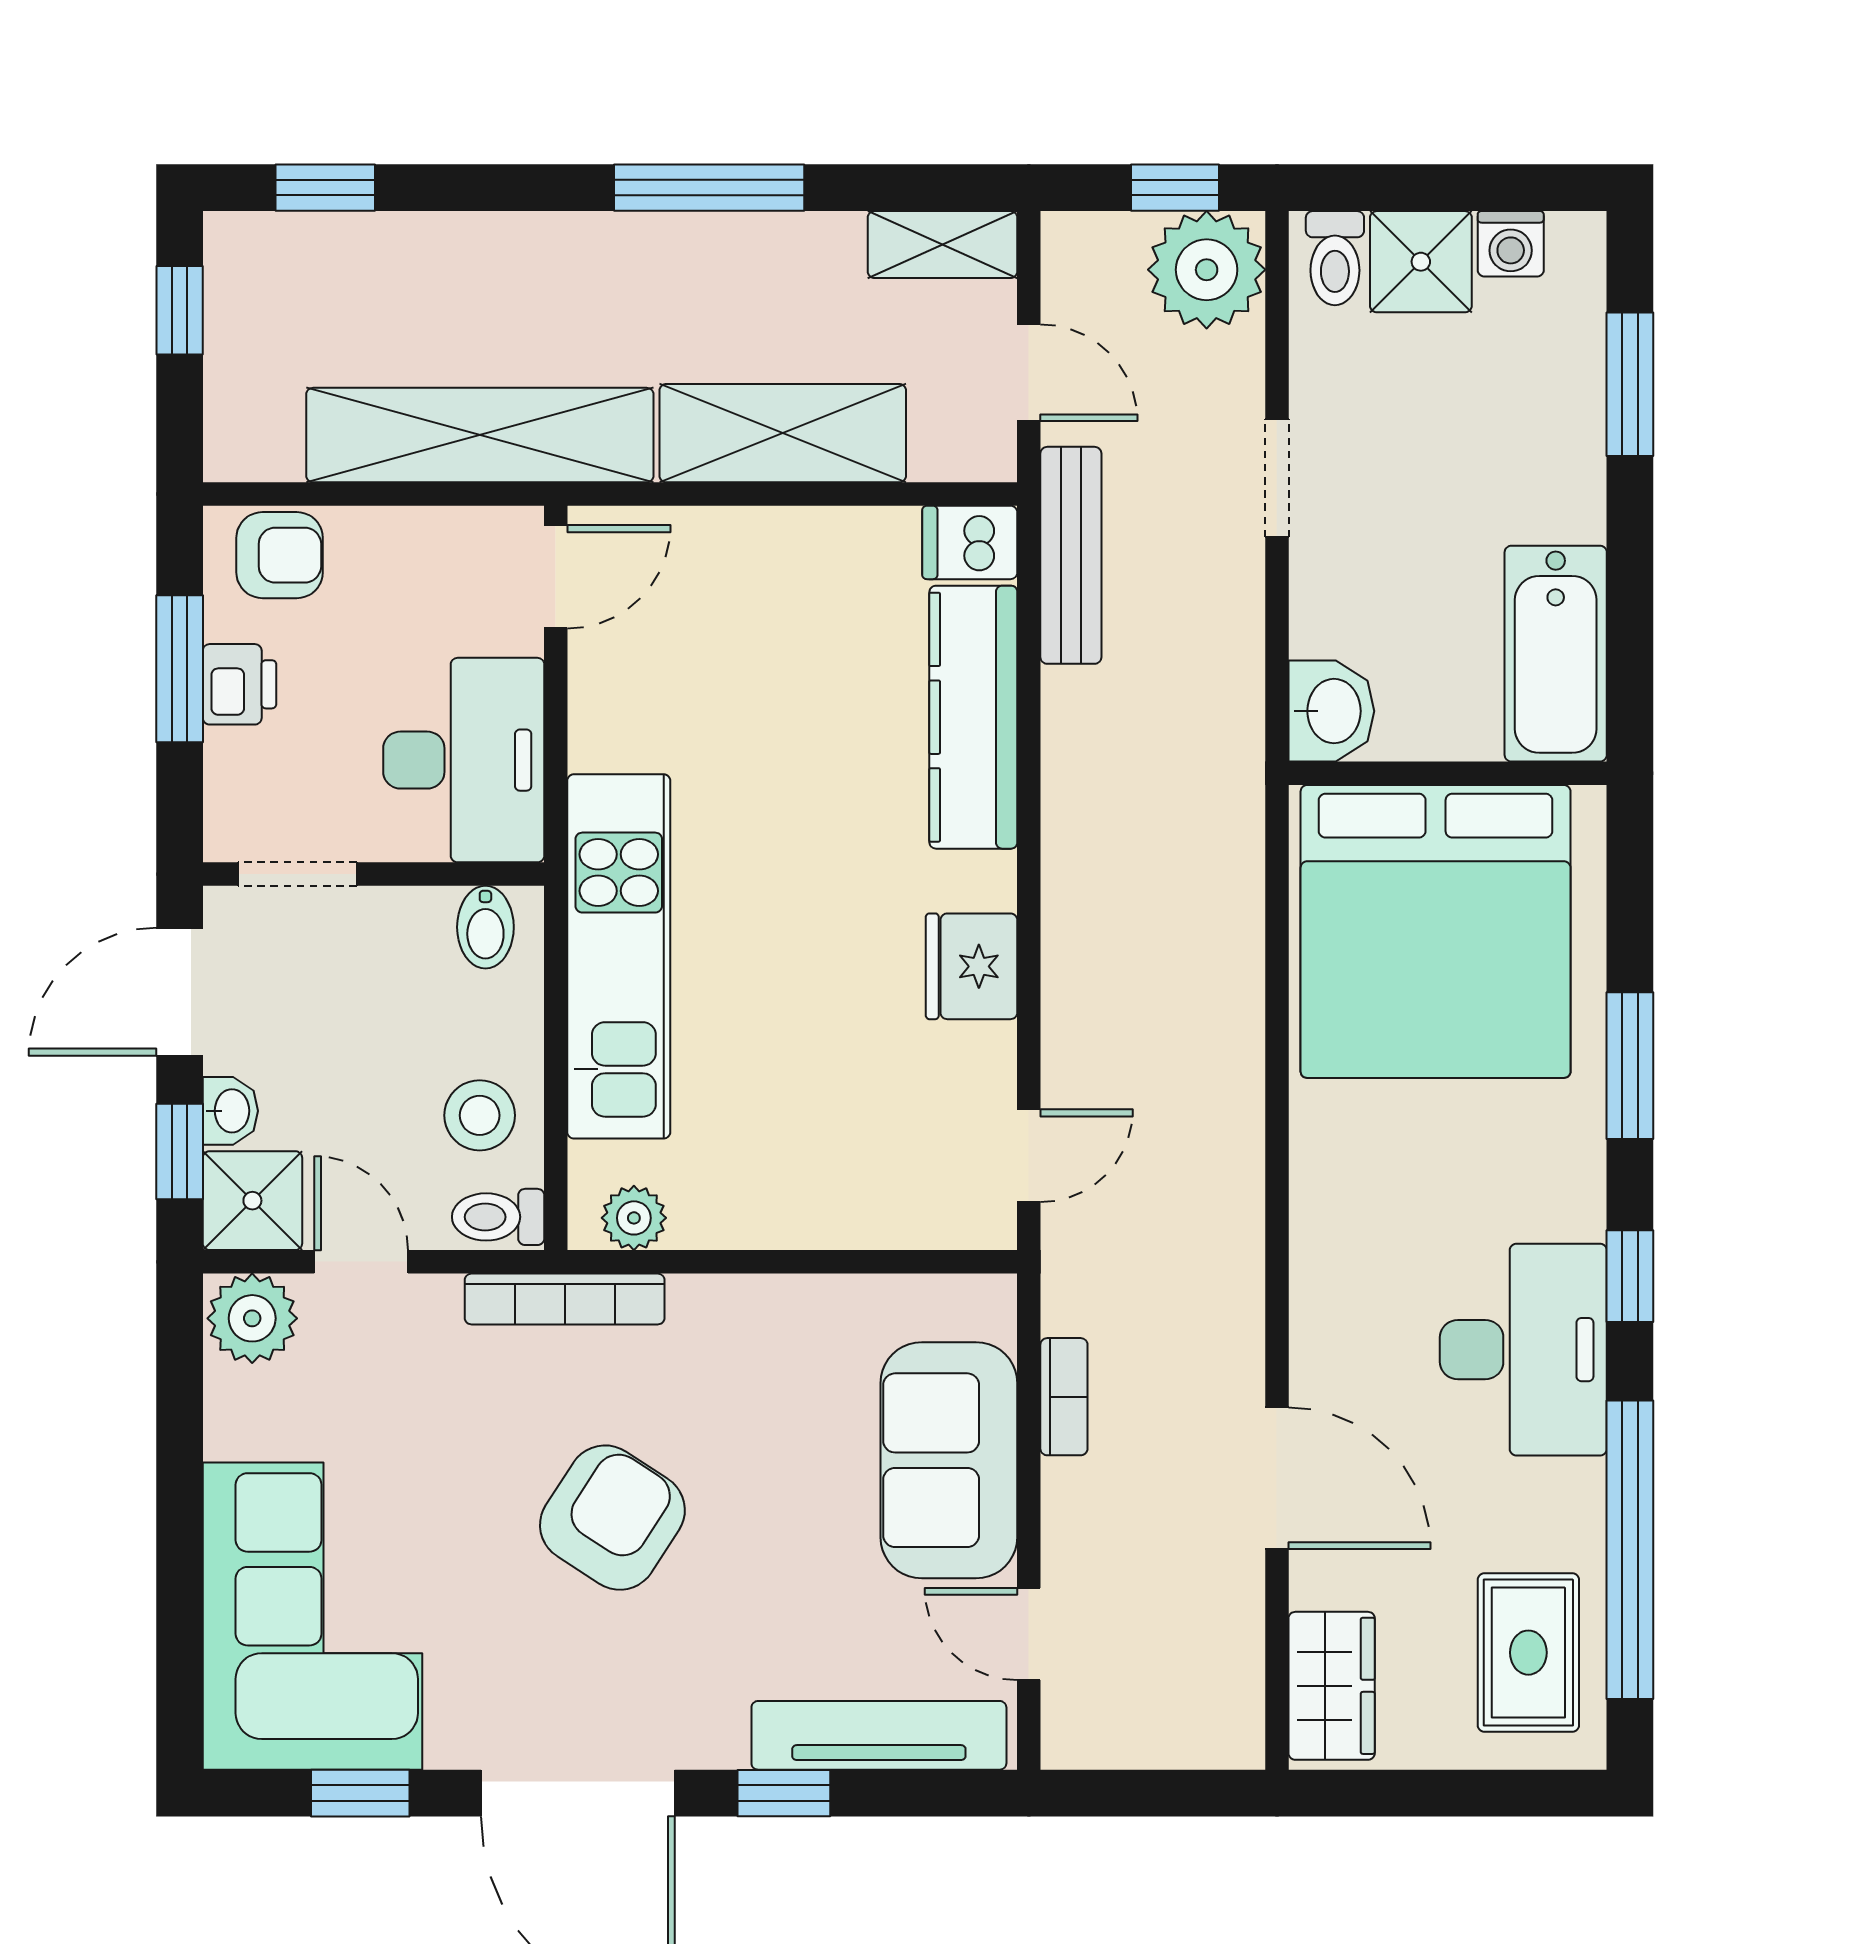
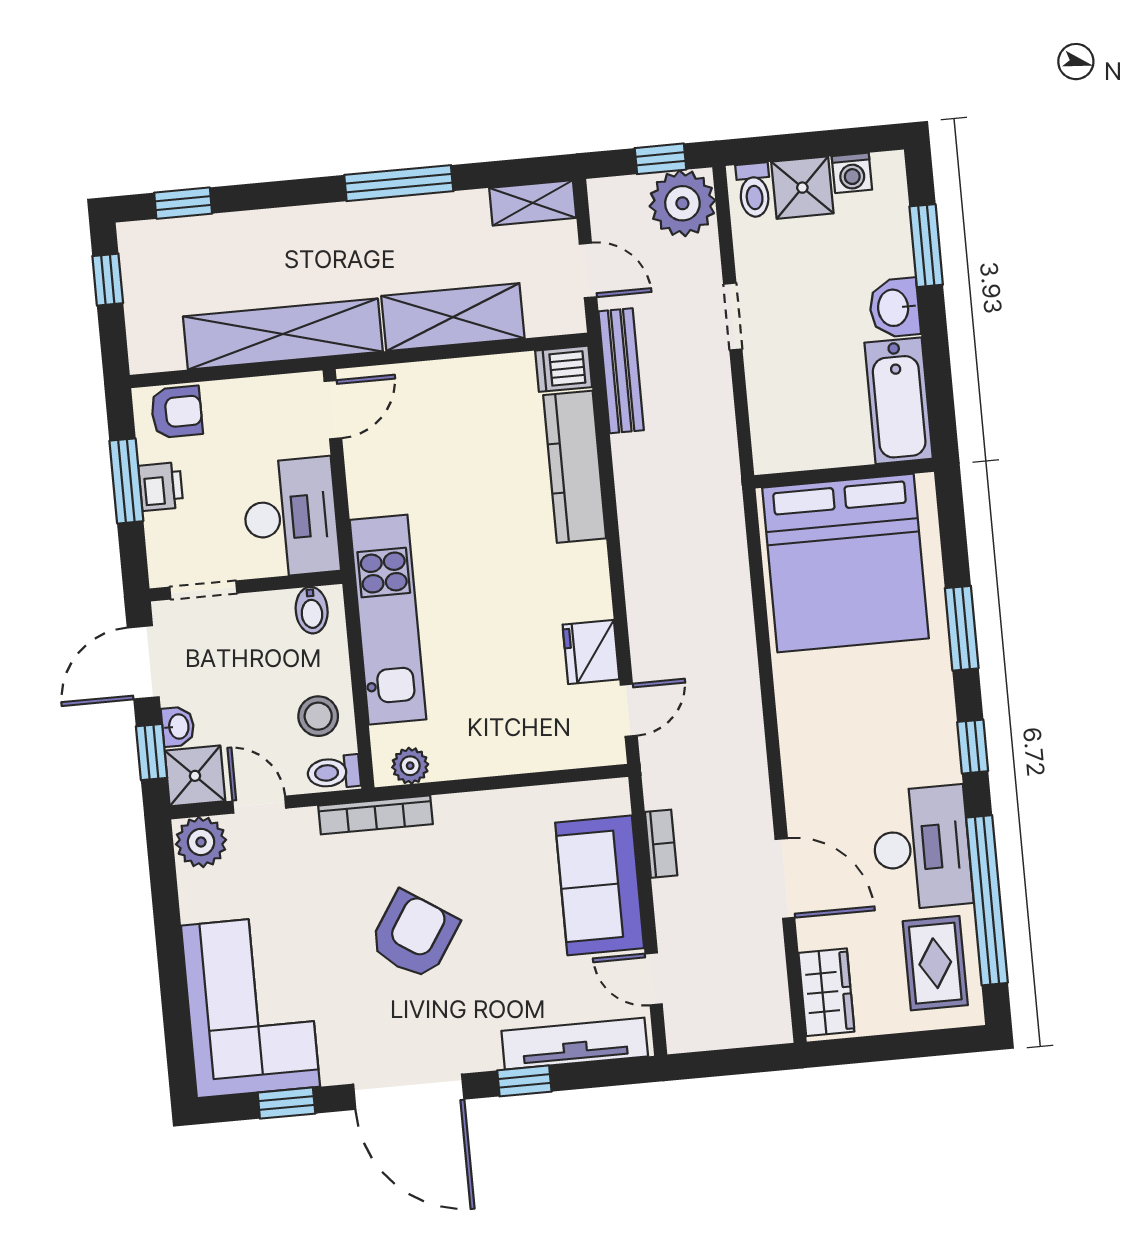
washbasin: (1331, 711) -> (895, 308), moved, turned 180
fridge: (972, 966) -> (591, 652), moved
desk: (1523, 1350) -> (922, 848), moved

